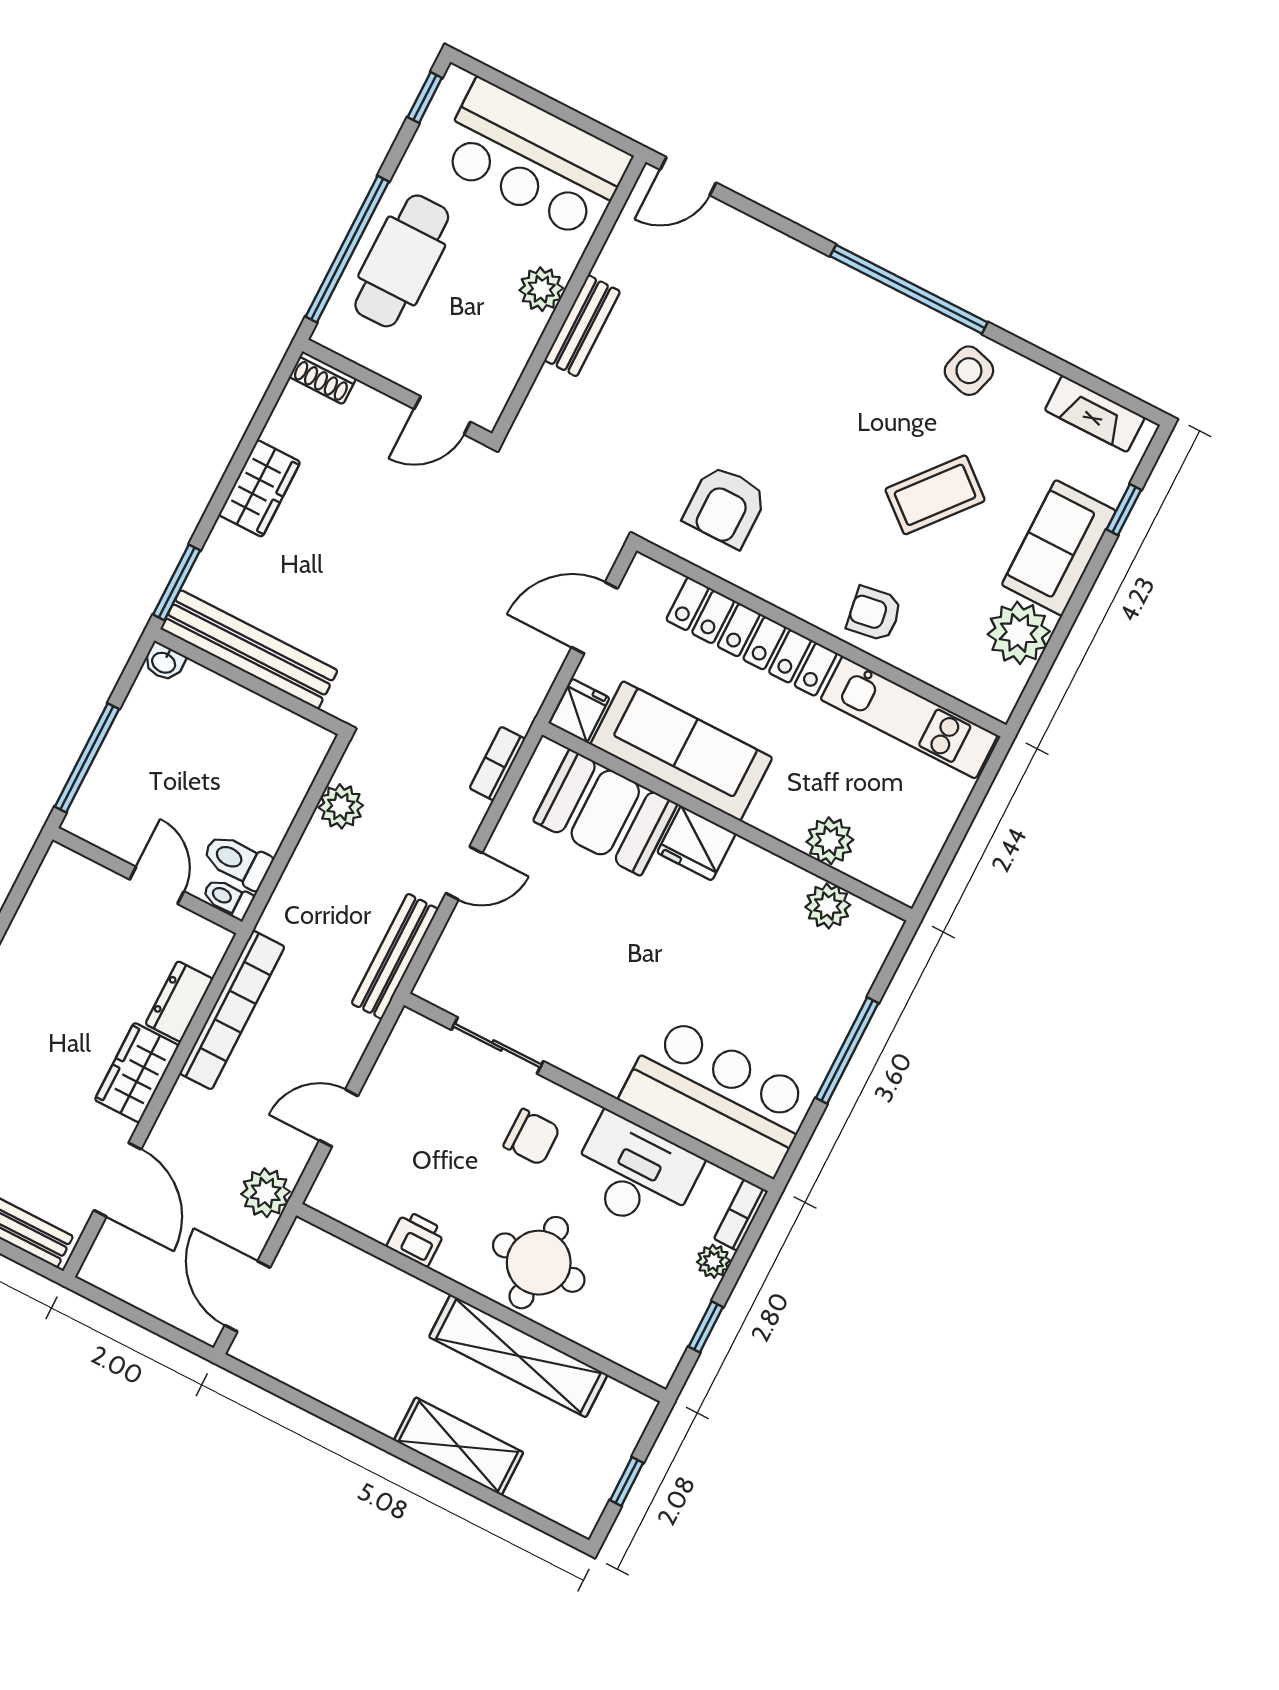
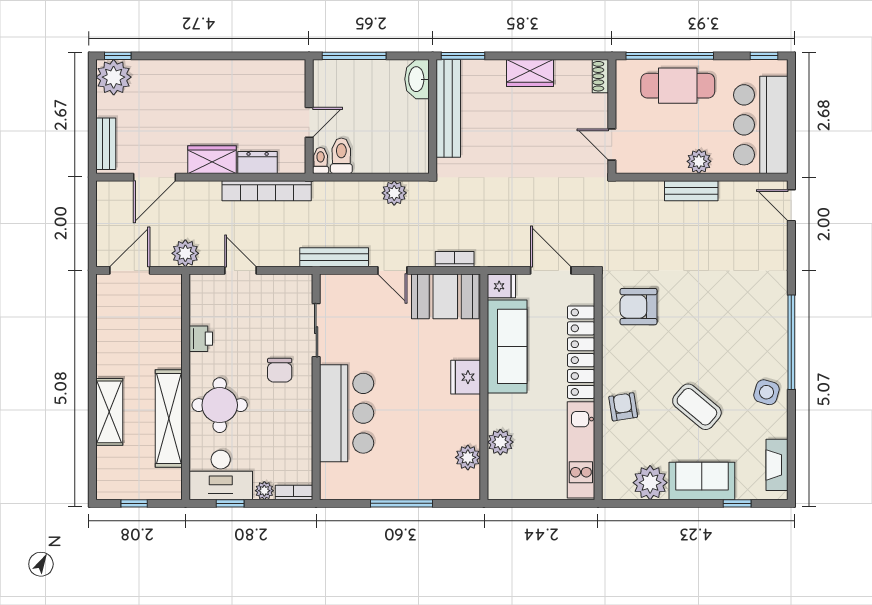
washbasin: (164, 662) -> (417, 79), width x1.91, depth x1.45
booth: (605, 812) -> (445, 296), moved, turned 90
bar counter: (718, 1096) -> (347, 413), moved
desk: (635, 1174) -> (221, 475), moved, turned 90

